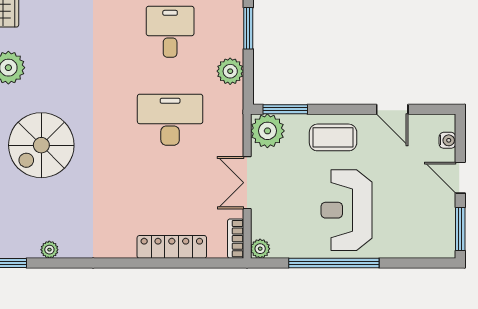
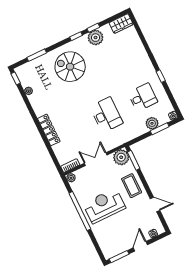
plant: (230, 71) -> (152, 123), moved
door: (392, 109) -> (155, 204), swing flipped
locker: (172, 247) -> (49, 130), moved

